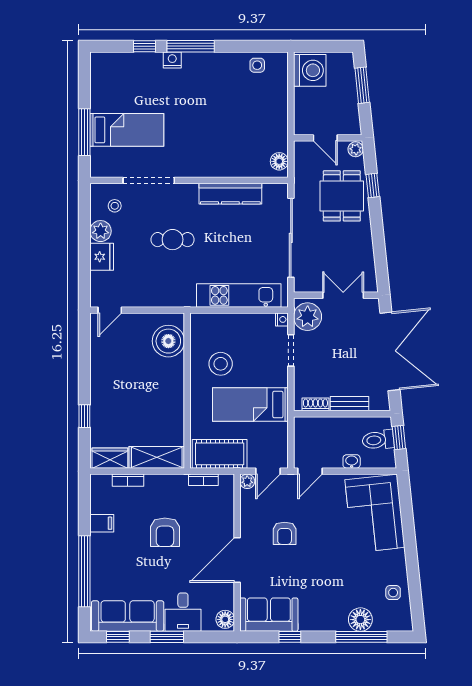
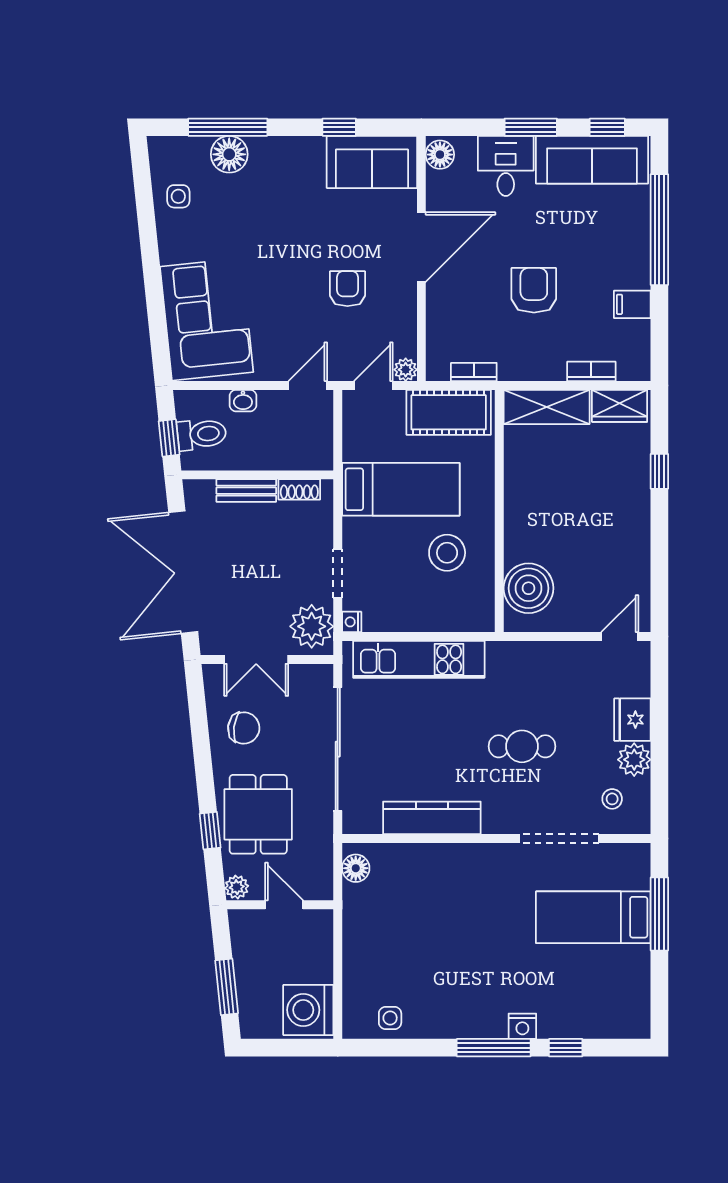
chair: (351, 251) -> (244, 728), added

